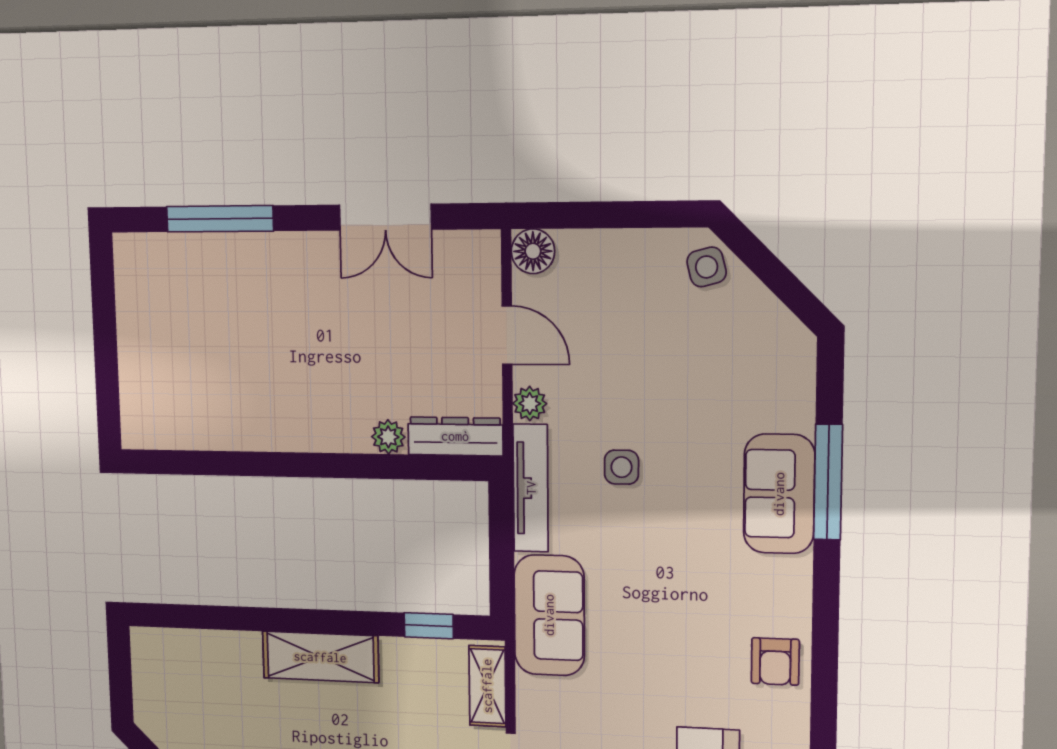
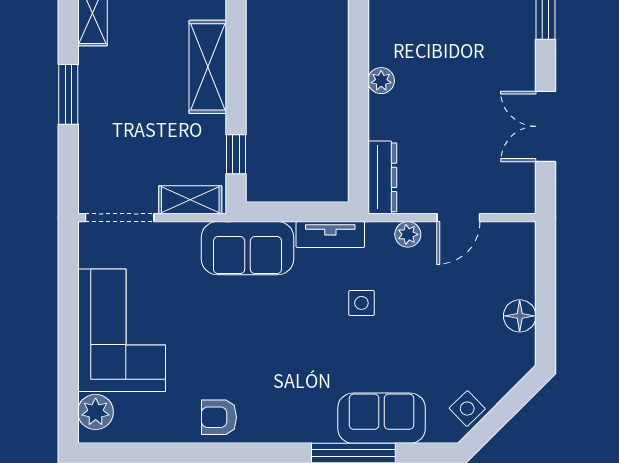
floor lamp: (533, 251) -> (520, 316), moved
side table: (707, 267) -> (467, 409), moved, turned -30
plant: (388, 437) -> (381, 81), moved
tv unit: (531, 488) -> (330, 234), width x0.71
sofa: (779, 494) -> (382, 418), moved

